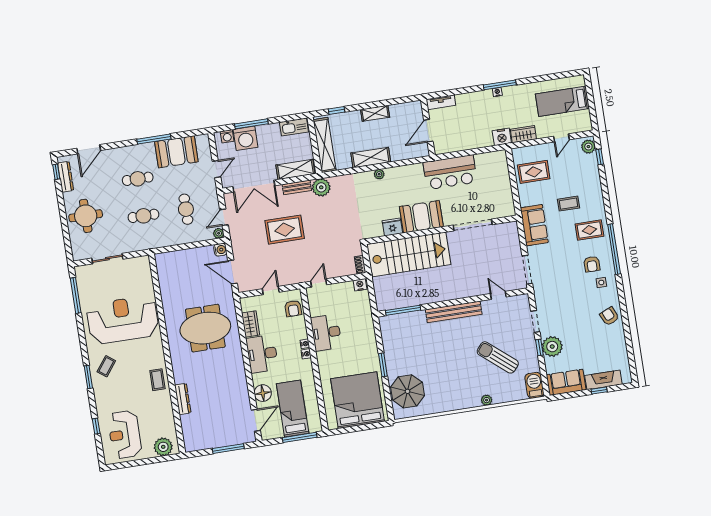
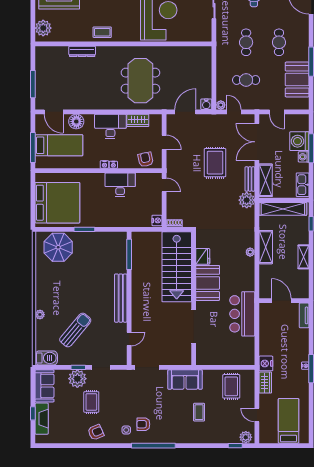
washing machine: (227, 136) -> (304, 157), moved
rug: (589, 230) -> (91, 402), moved
armchair: (293, 308) -> (146, 159), turned 78

